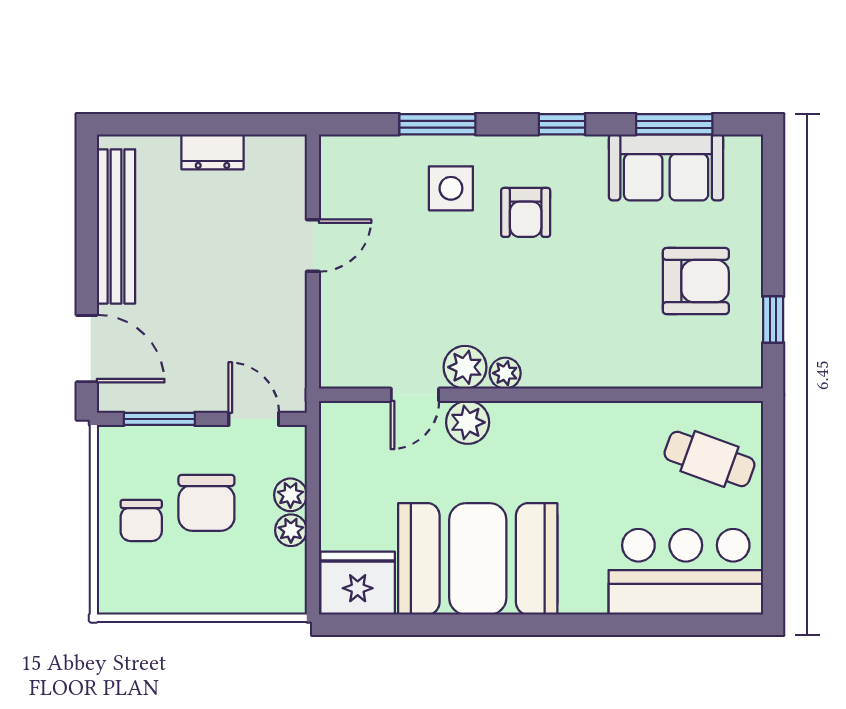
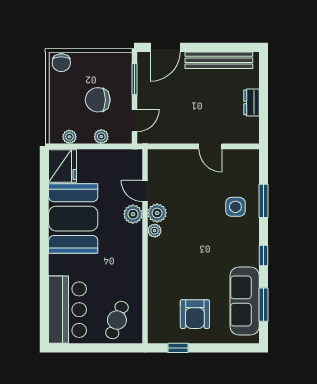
sofa: (666, 167) -> (245, 301), width x1.36
armchair: (526, 212) -> (225, 240), removed
chair: (141, 520) -> (61, 63), moved, turned -90
plant: (291, 530) -> (69, 137), moved

